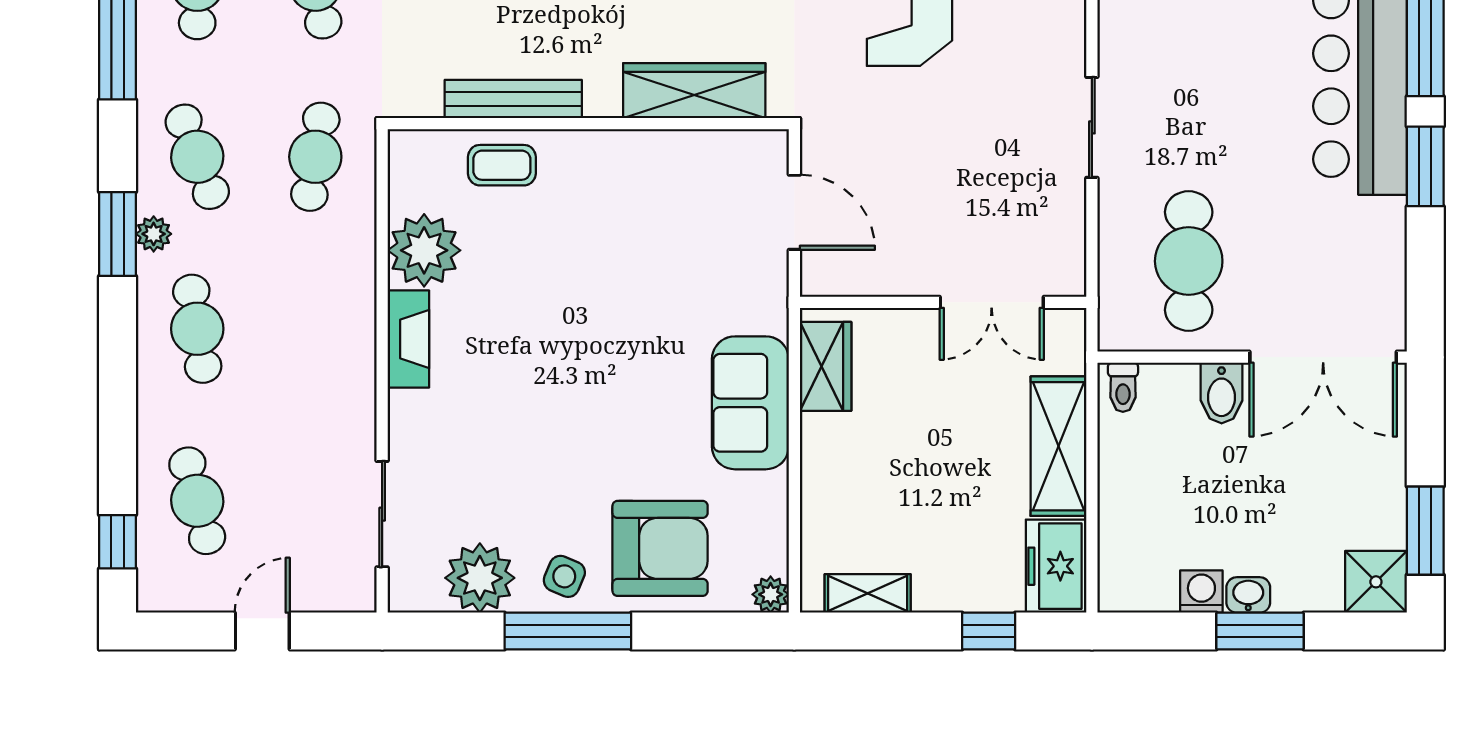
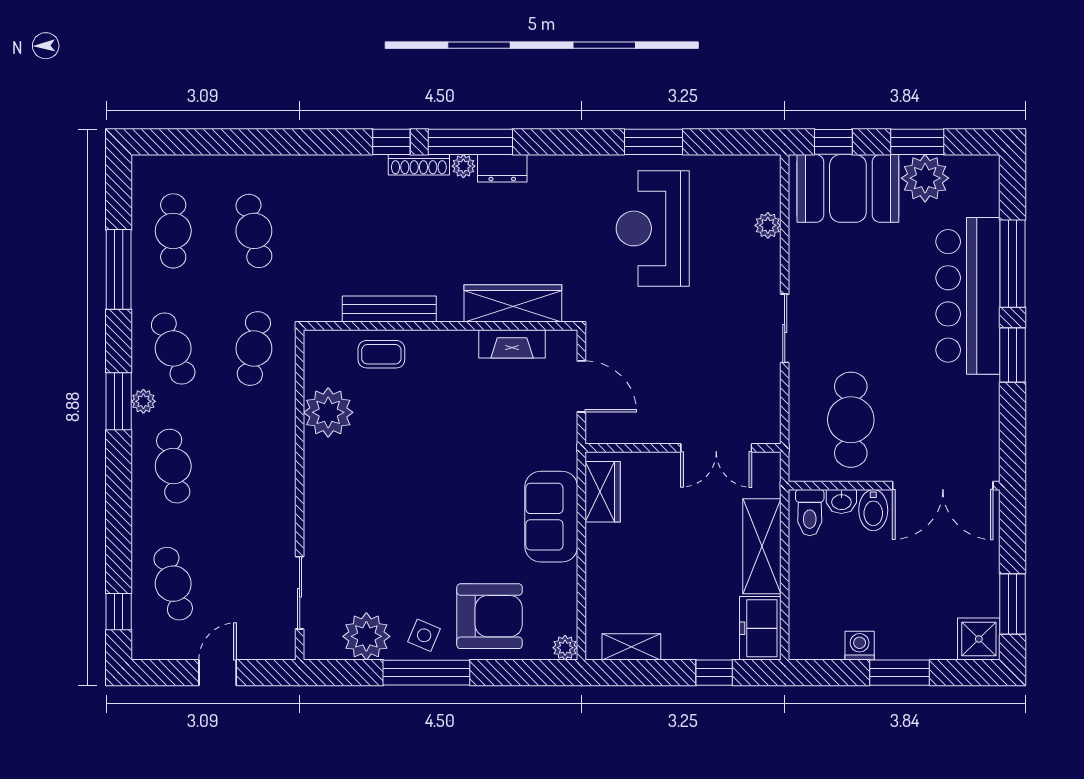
fireplace: (408, 339) -> (512, 344), moved, turned 90
toilet: (1123, 387) -> (810, 513), width x1.37, depth x1.39
washbasin: (1248, 595) -> (841, 501), moved, turned 180

